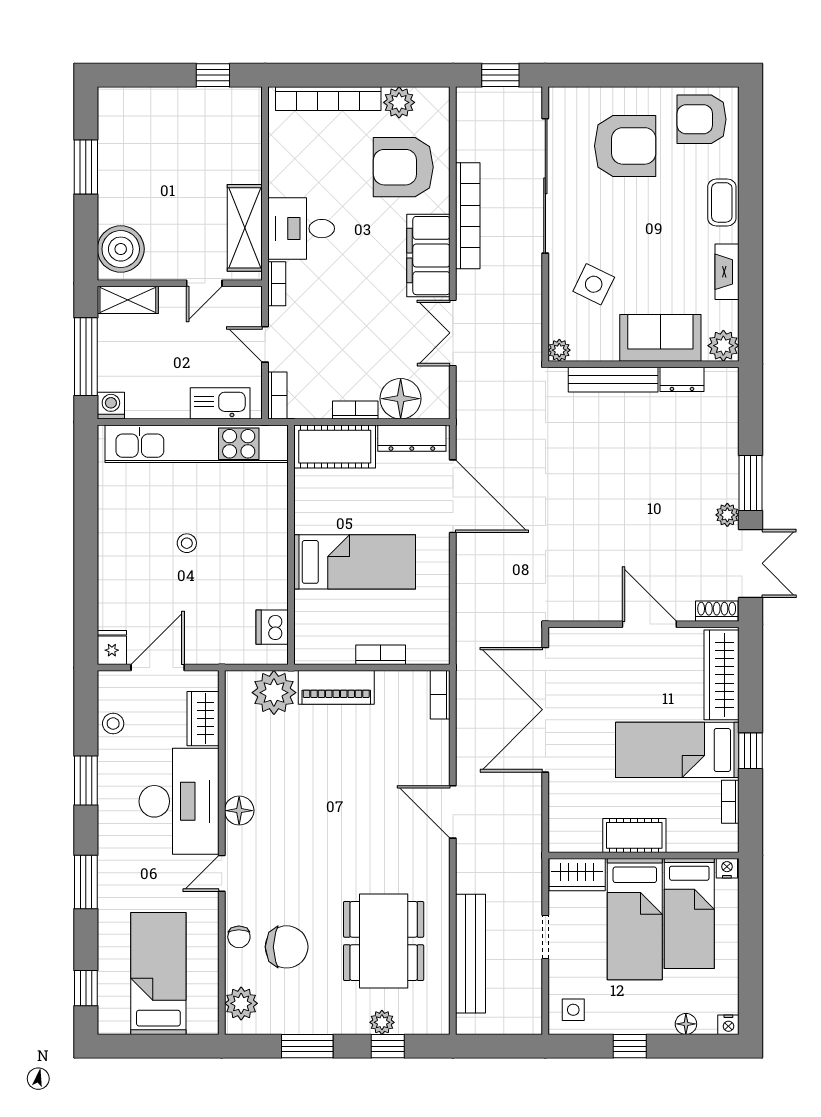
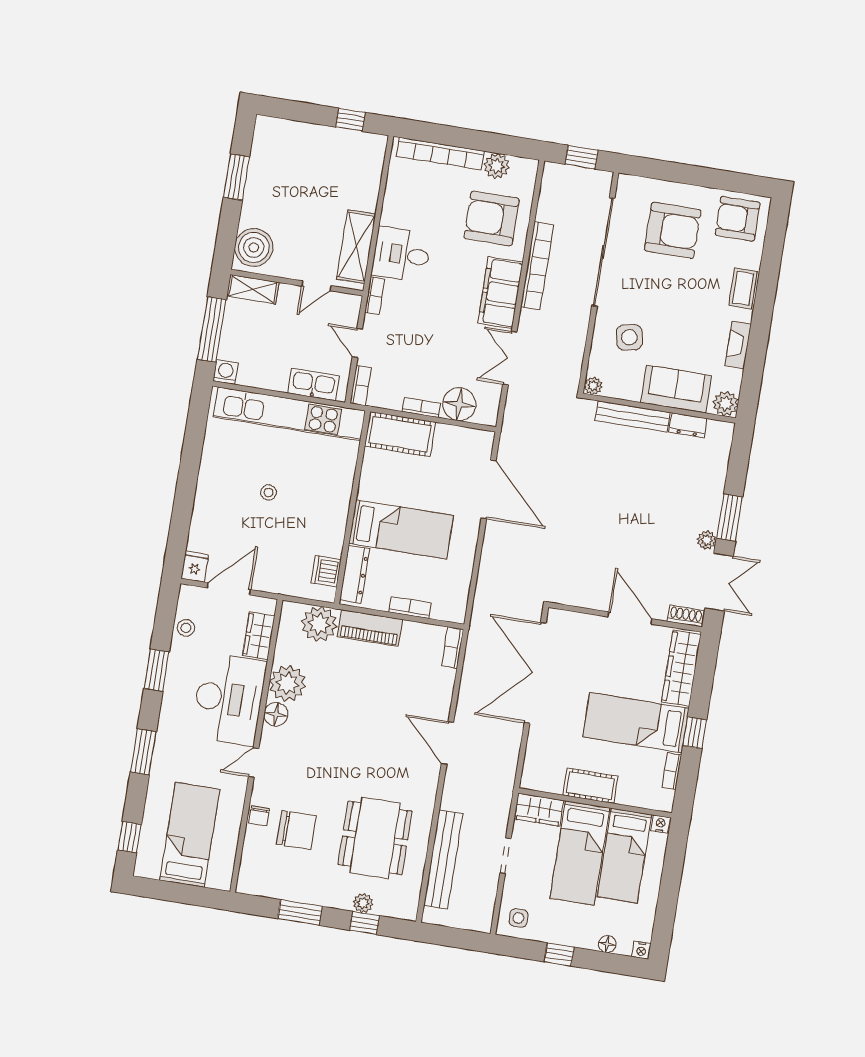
side table: (594, 284) -> (629, 337), turned -37
dresser: (412, 438) -> (355, 574), moved, turned -90
plant: (241, 1003) -> (287, 684), moved, width x1.36, depth x1.36

